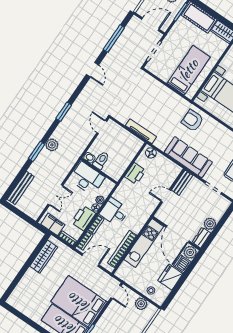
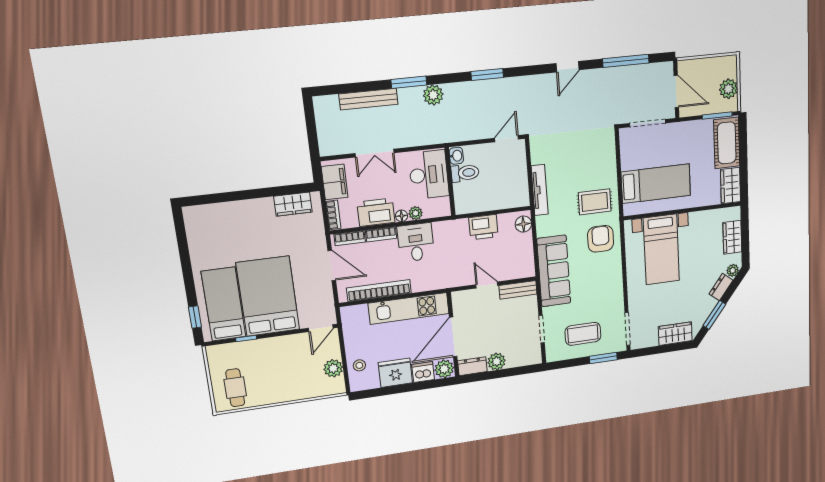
rug: (171, 109) -> (595, 202), added
bench: (21, 188) -> (368, 99), moved
wardrobe: (44, 257) -> (293, 204), width x0.67

